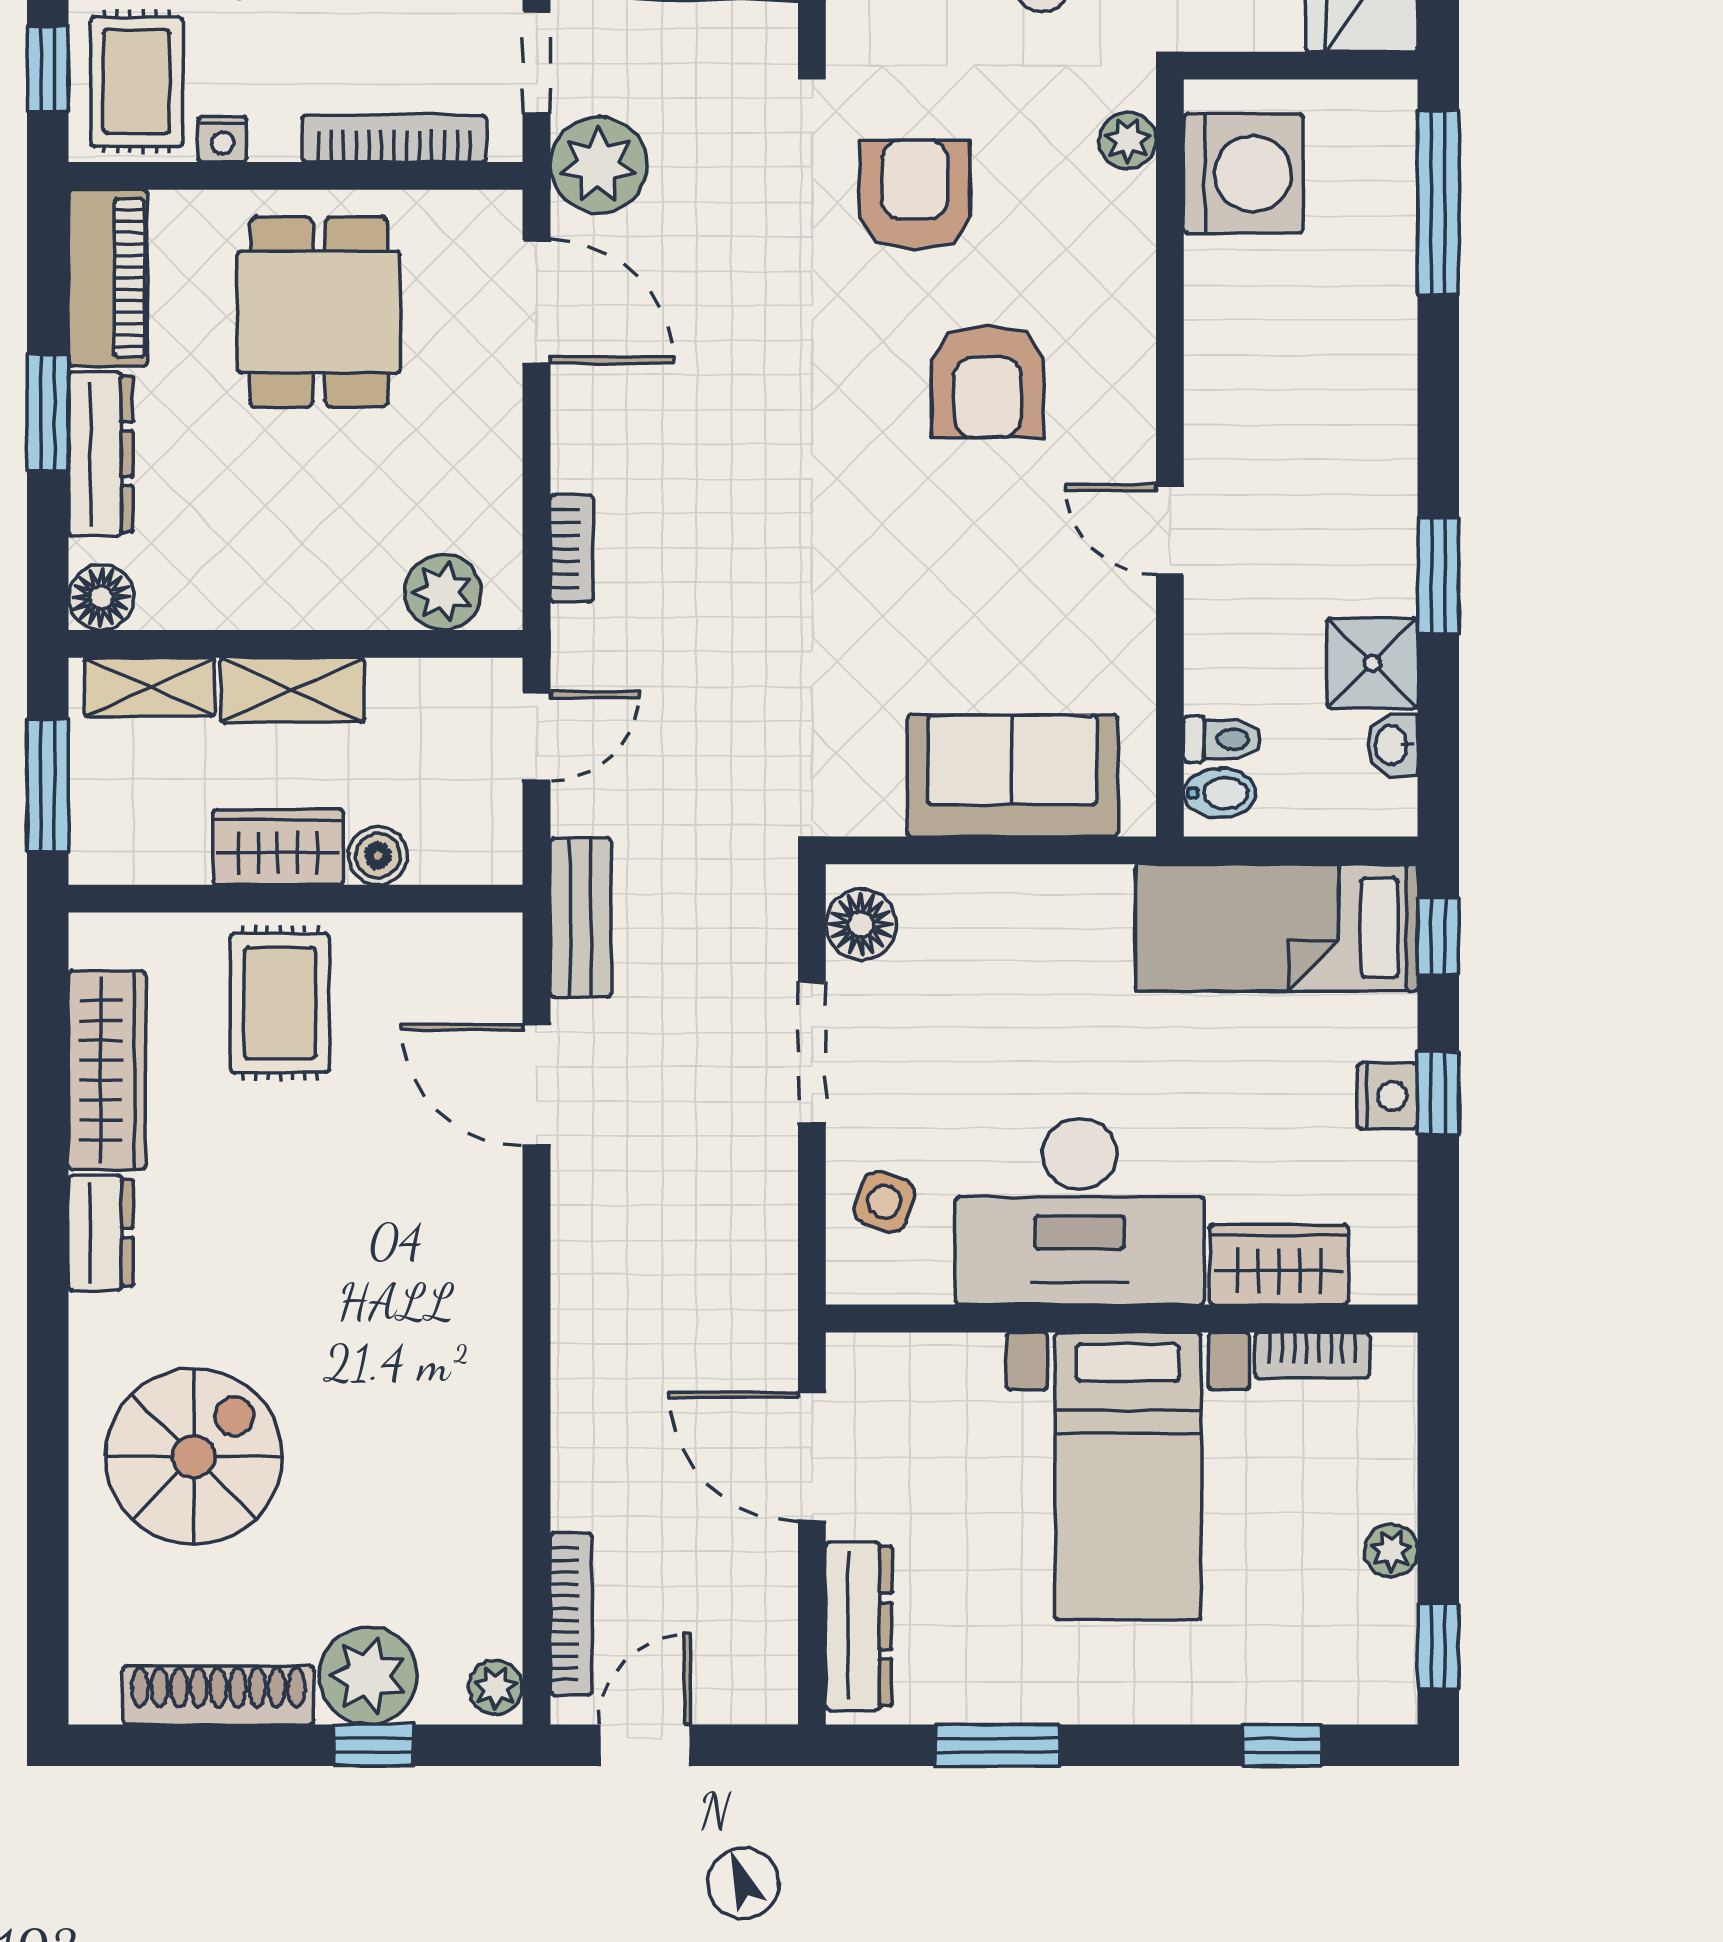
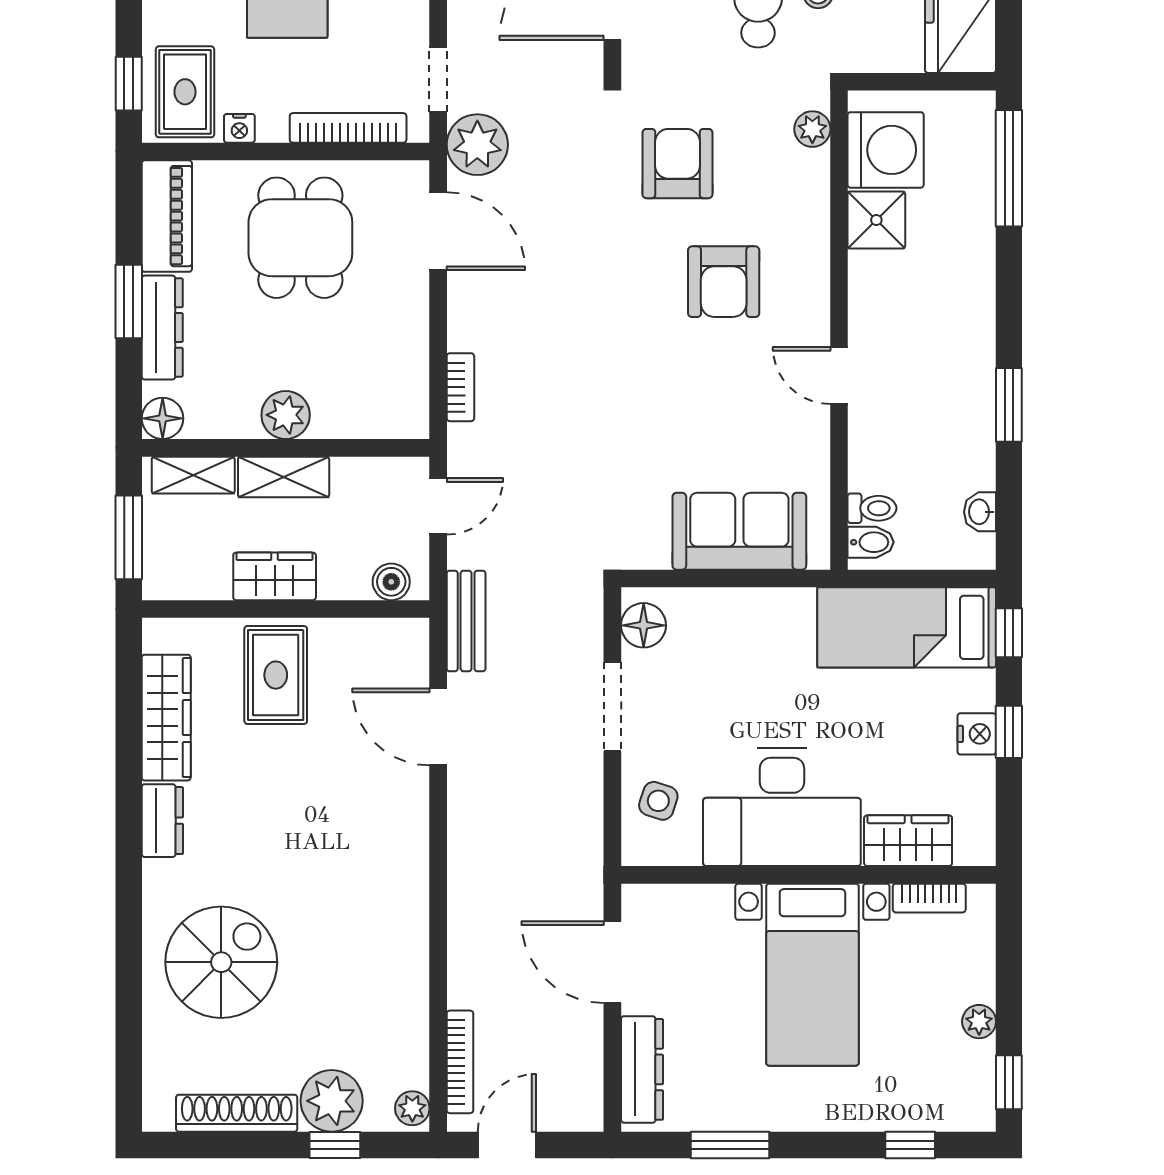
plant: (443, 592) -> (286, 415), moved
shower: (1372, 663) -> (876, 220), moved
boiler: (378, 856) -> (391, 582), moved

